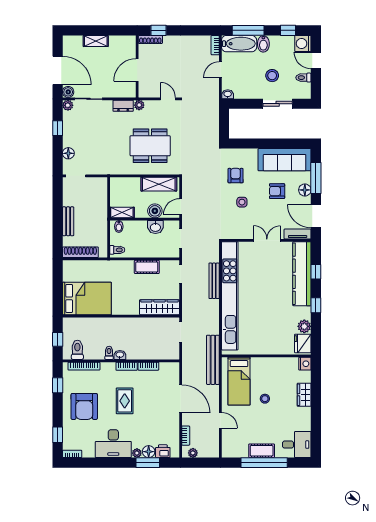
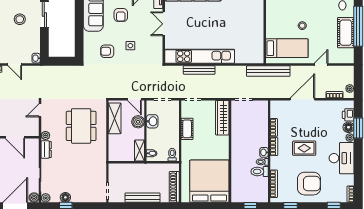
floor lamp: (68, 153) -> (65, 197), moved
bench: (68, 221) -> (143, 198), width x1.36
kitchen unit: (230, 296) -> (200, 56), width x0.73
bed: (87, 298) -> (209, 181), width x1.36
toilet: (77, 350) -> (260, 171), moved
cot: (262, 451) -> (346, 33), width x1.37, depth x1.34

